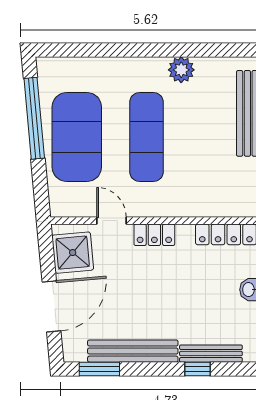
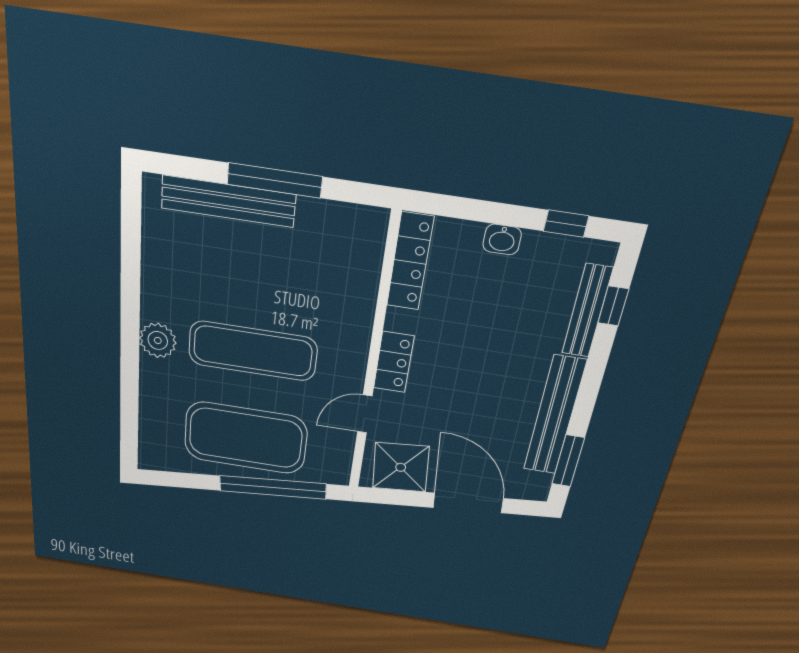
plant: (181, 70) -> (158, 340), moved
window: (34, 118) -> (273, 487), moved
window: (198, 369) -> (613, 306), moved

